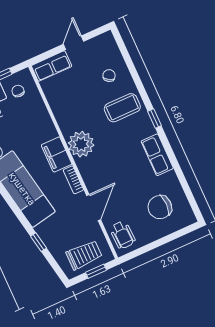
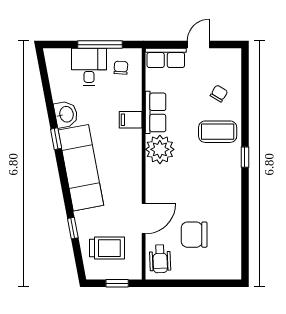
filing cabinet: (57, 154) -> (131, 120), moved, width x0.50
row of seats: (157, 155) -> (156, 112), moved, turned 180
bookcase: (73, 180) -> (136, 182), removed
chair: (160, 207) -> (194, 235), moved
trolley: (84, 255) -> (107, 248), moved

